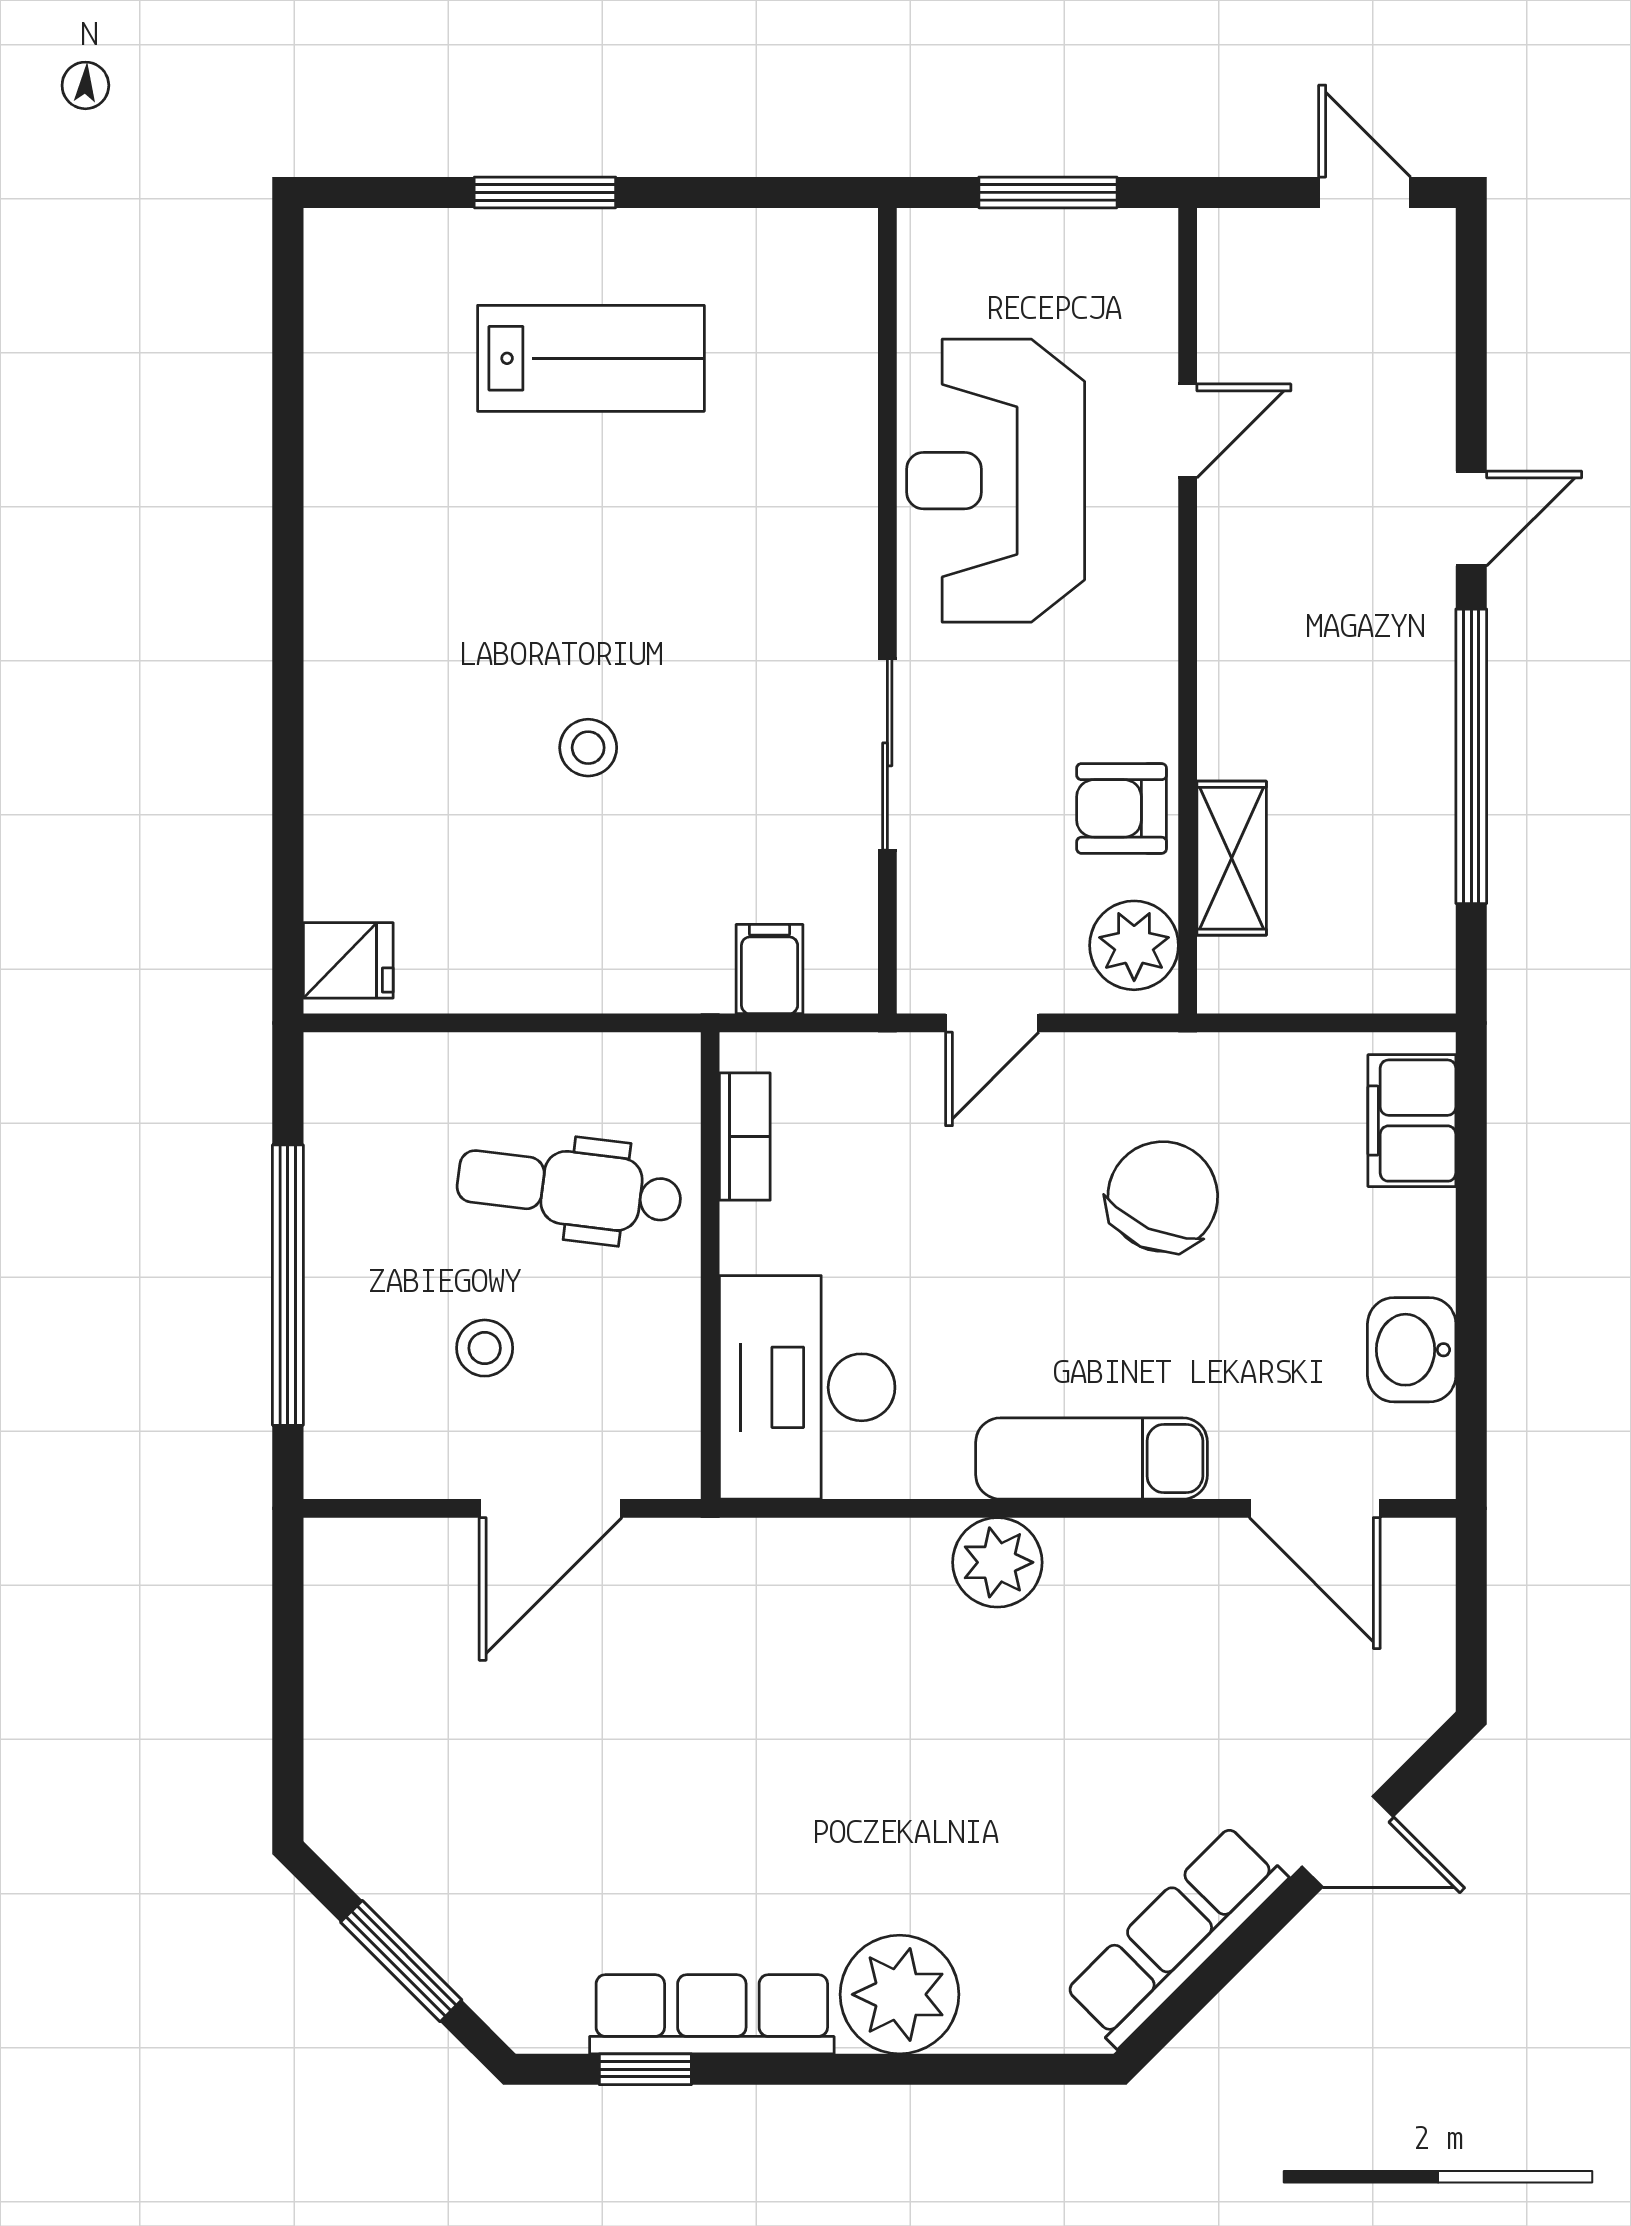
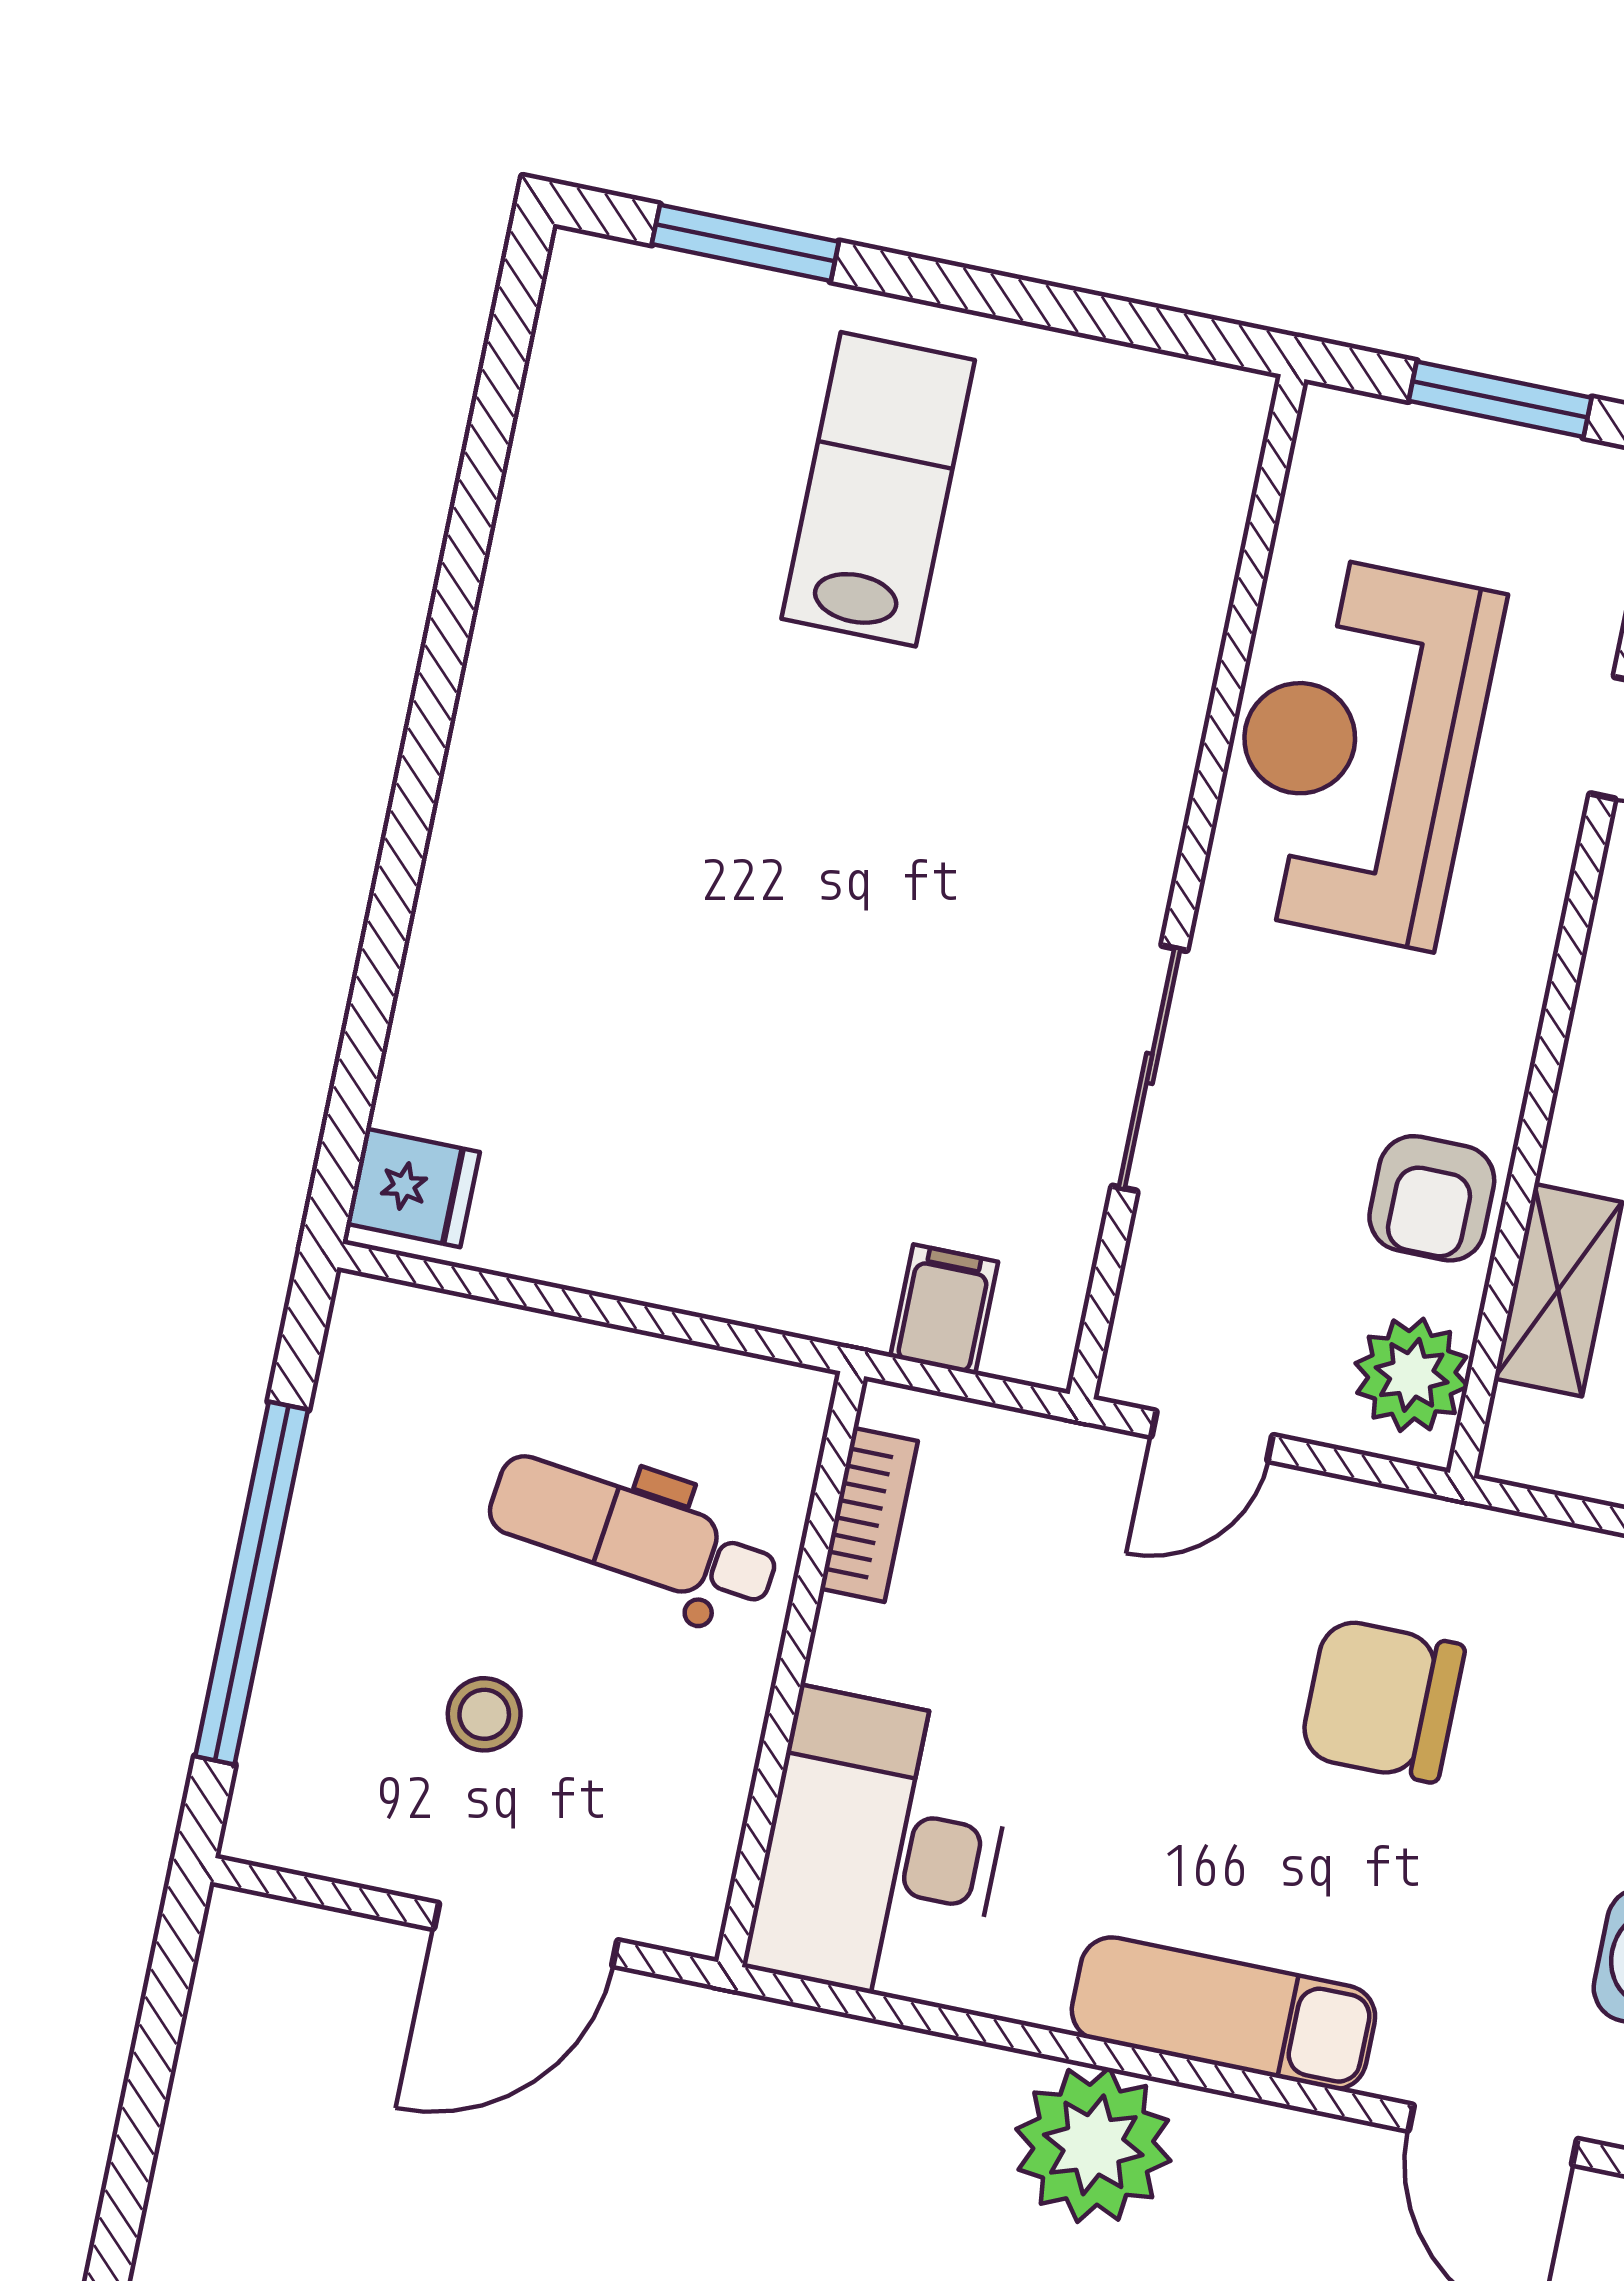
window: (545, 192) -> (745, 243), moved
lab bench: (591, 358) -> (878, 489), turned -90
stool: (588, 748) -> (773, 981), removed
armchair: (1122, 808) -> (1432, 1198), turned -90
chair: (1163, 1197) -> (1382, 1700), turned -114
plant: (997, 1562) -> (1093, 2145), width x1.36, depth x1.36

